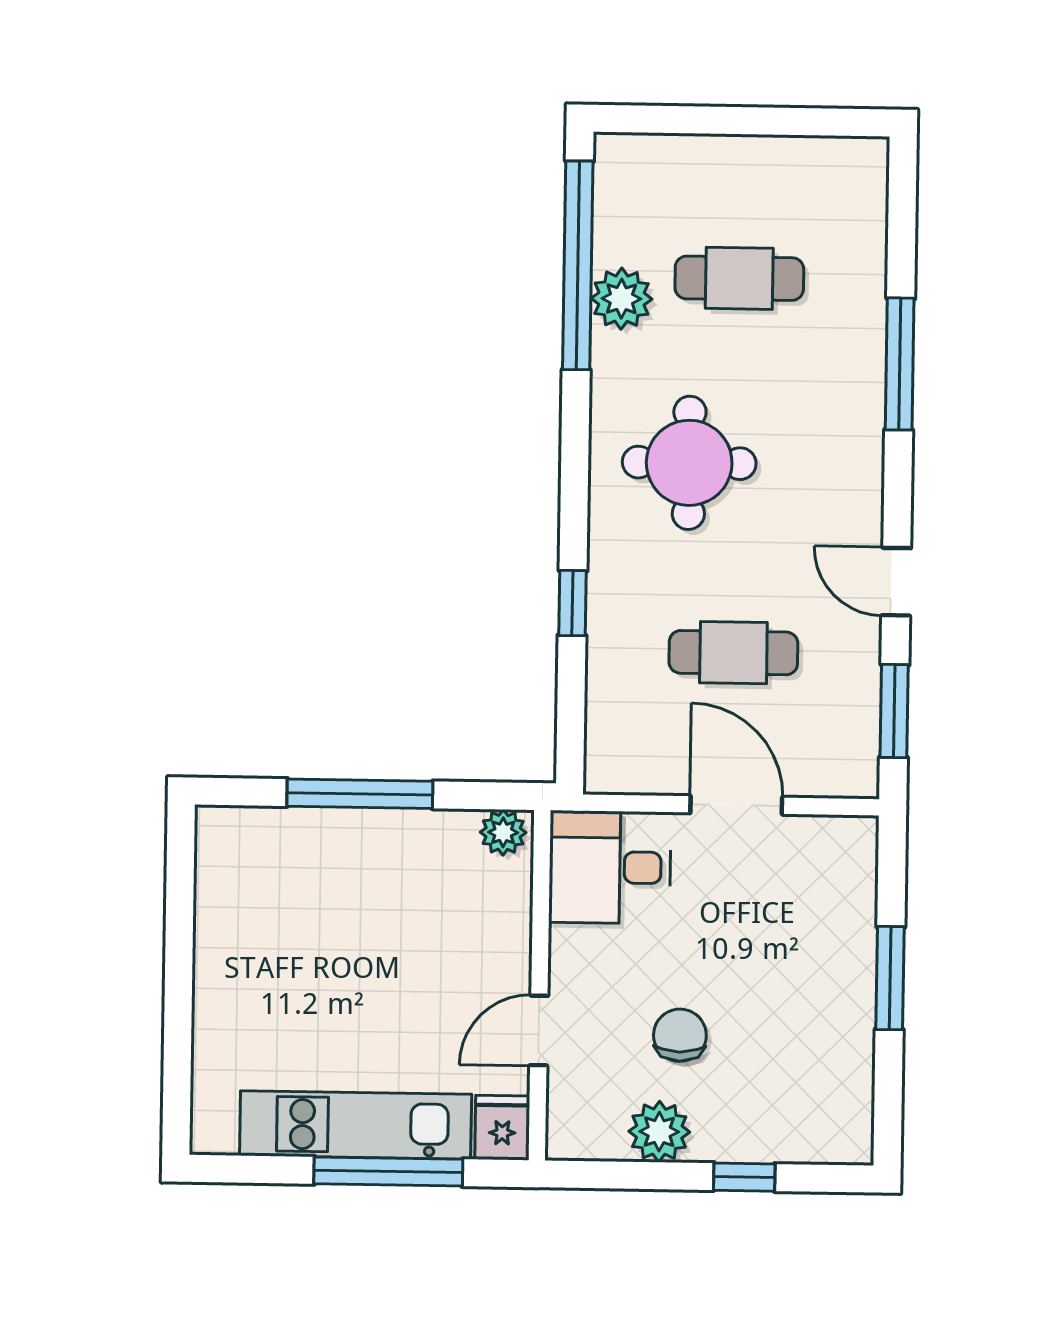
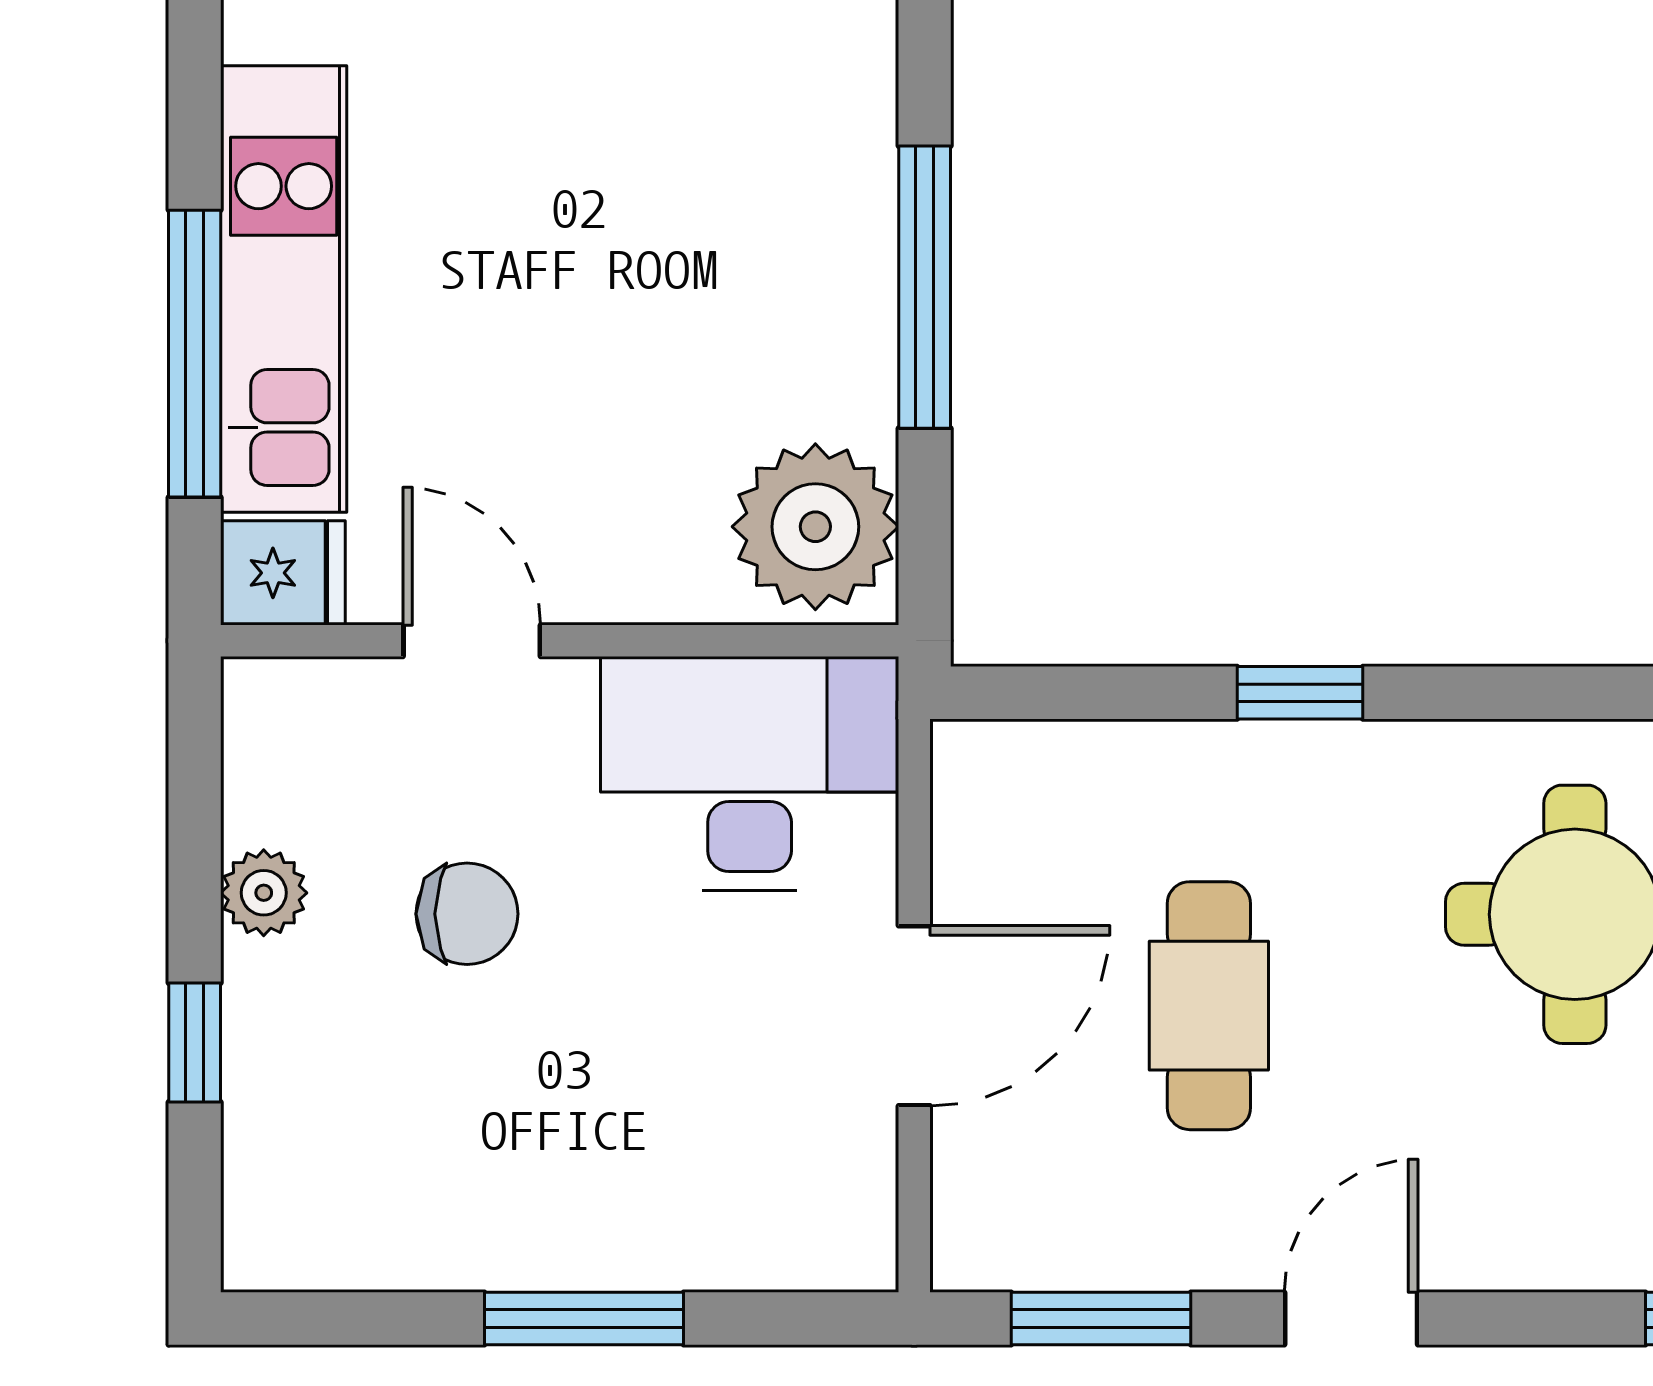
plant: (503, 832) -> (815, 527), width x1.87, depth x1.87
desk: (610, 867) -> (750, 773), width x1.37
plant: (659, 1132) -> (264, 893), width x0.73, depth x0.73

